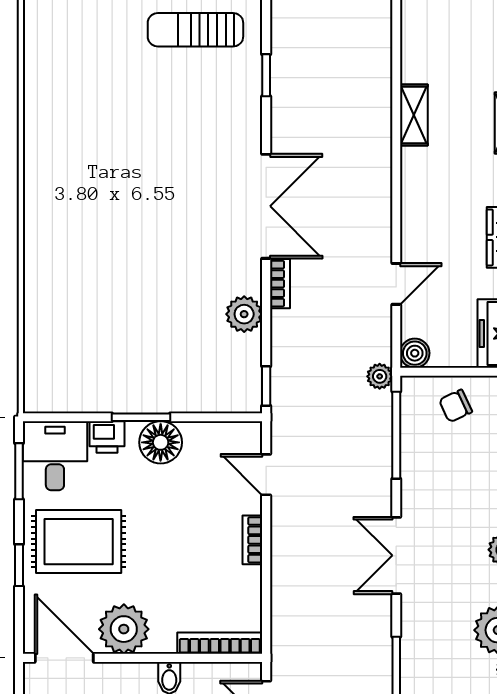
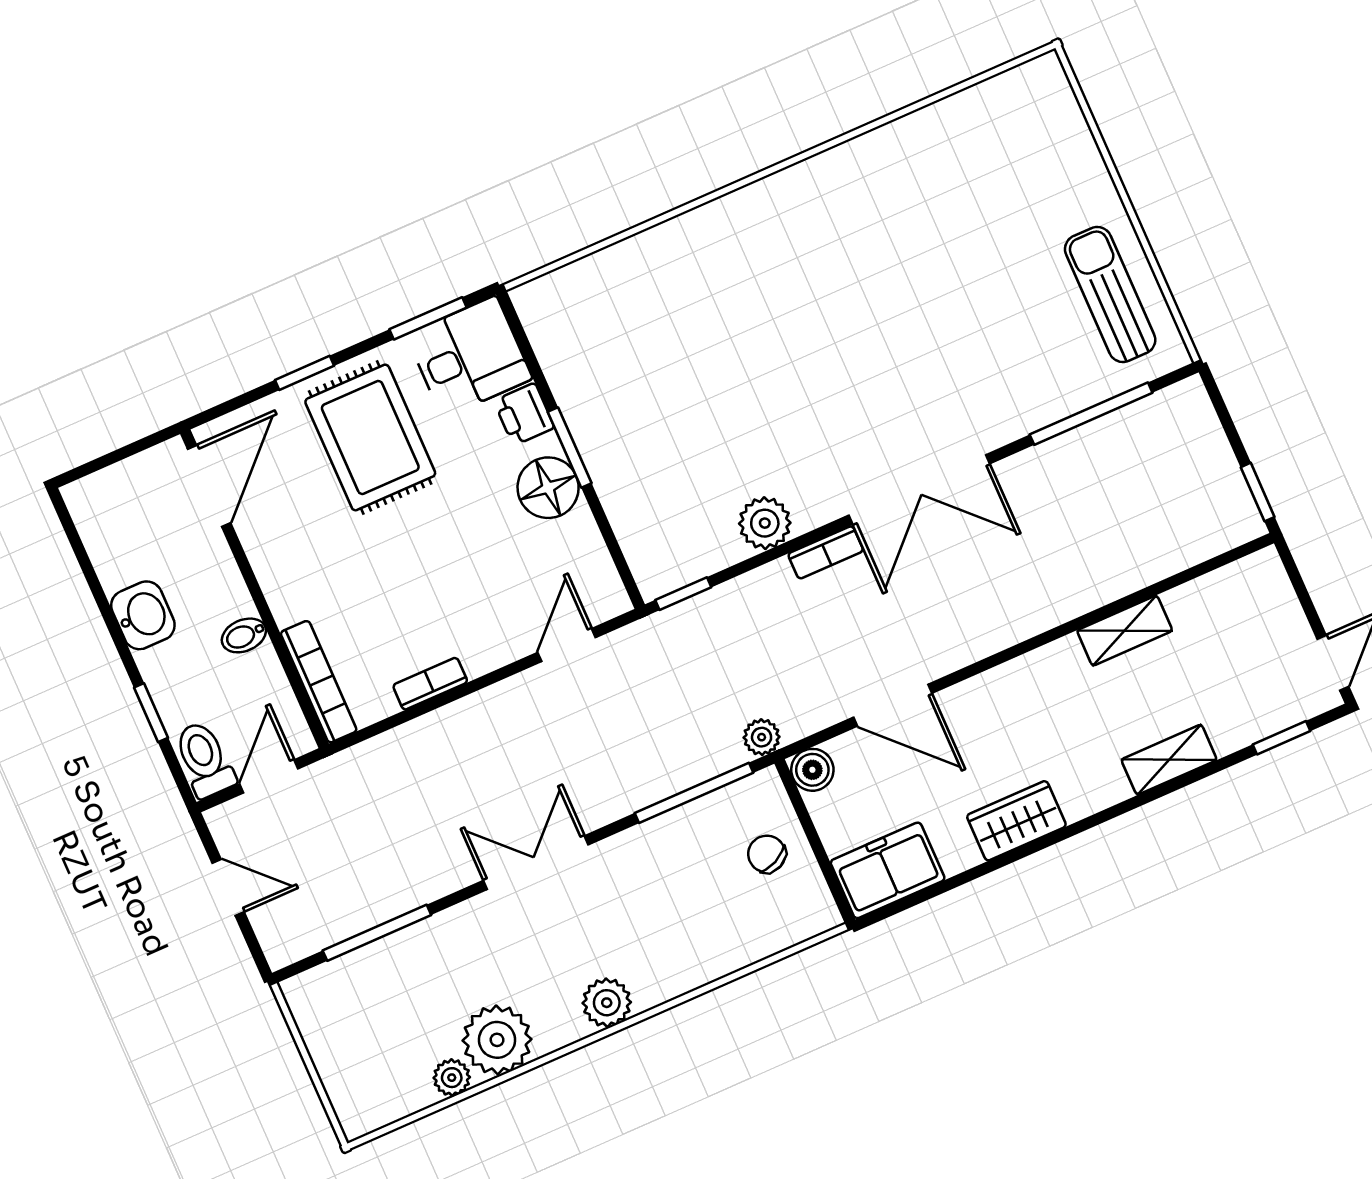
window: (266, 75) -> (1091, 414), width x2.17
door: (396, 284) -> (893, 705), width x1.38
bookcase: (252, 540) -> (430, 684), moved
plant: (124, 629) -> (282, 547), removed

